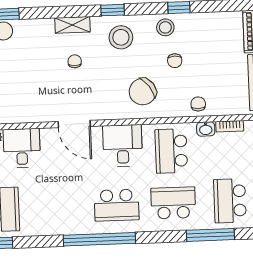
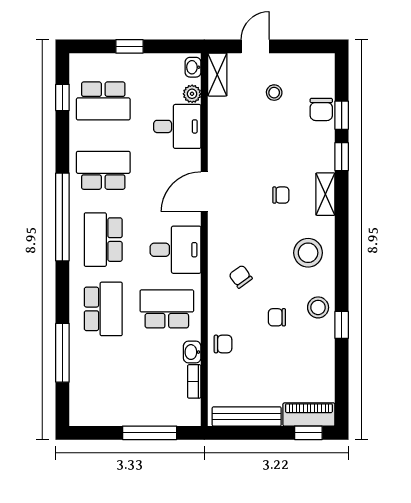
window: (113, 10) -> (342, 157), moved
chair: (143, 92) -> (241, 277), width x0.54, depth x0.54
school desk: (230, 201) -> (103, 170), moved

